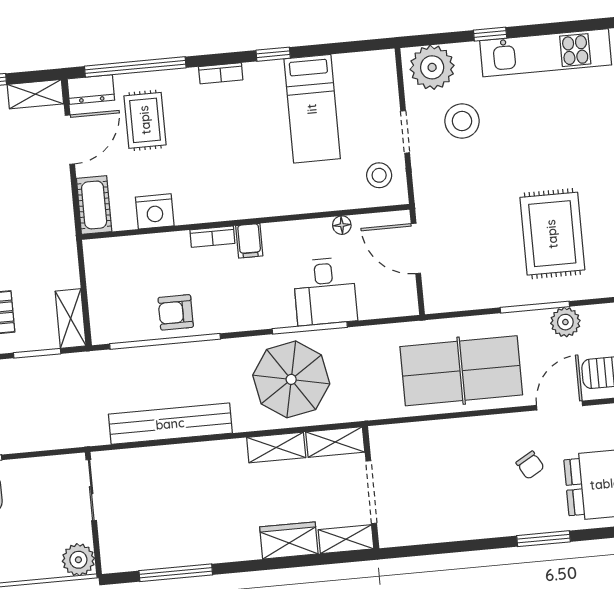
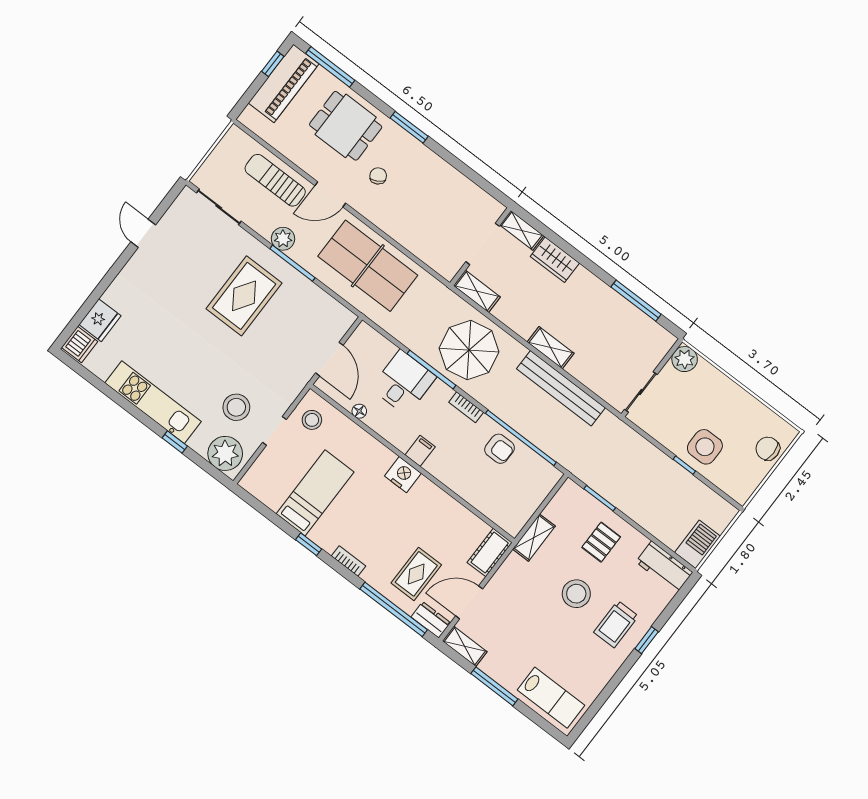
nightstand: (155, 211) -> (403, 475), moved
bookcase: (212, 237) -> (466, 407), moved, turned 180
shelving: (71, 318) -> (534, 538), moved
shelving: (276, 448) -> (551, 348), moved

